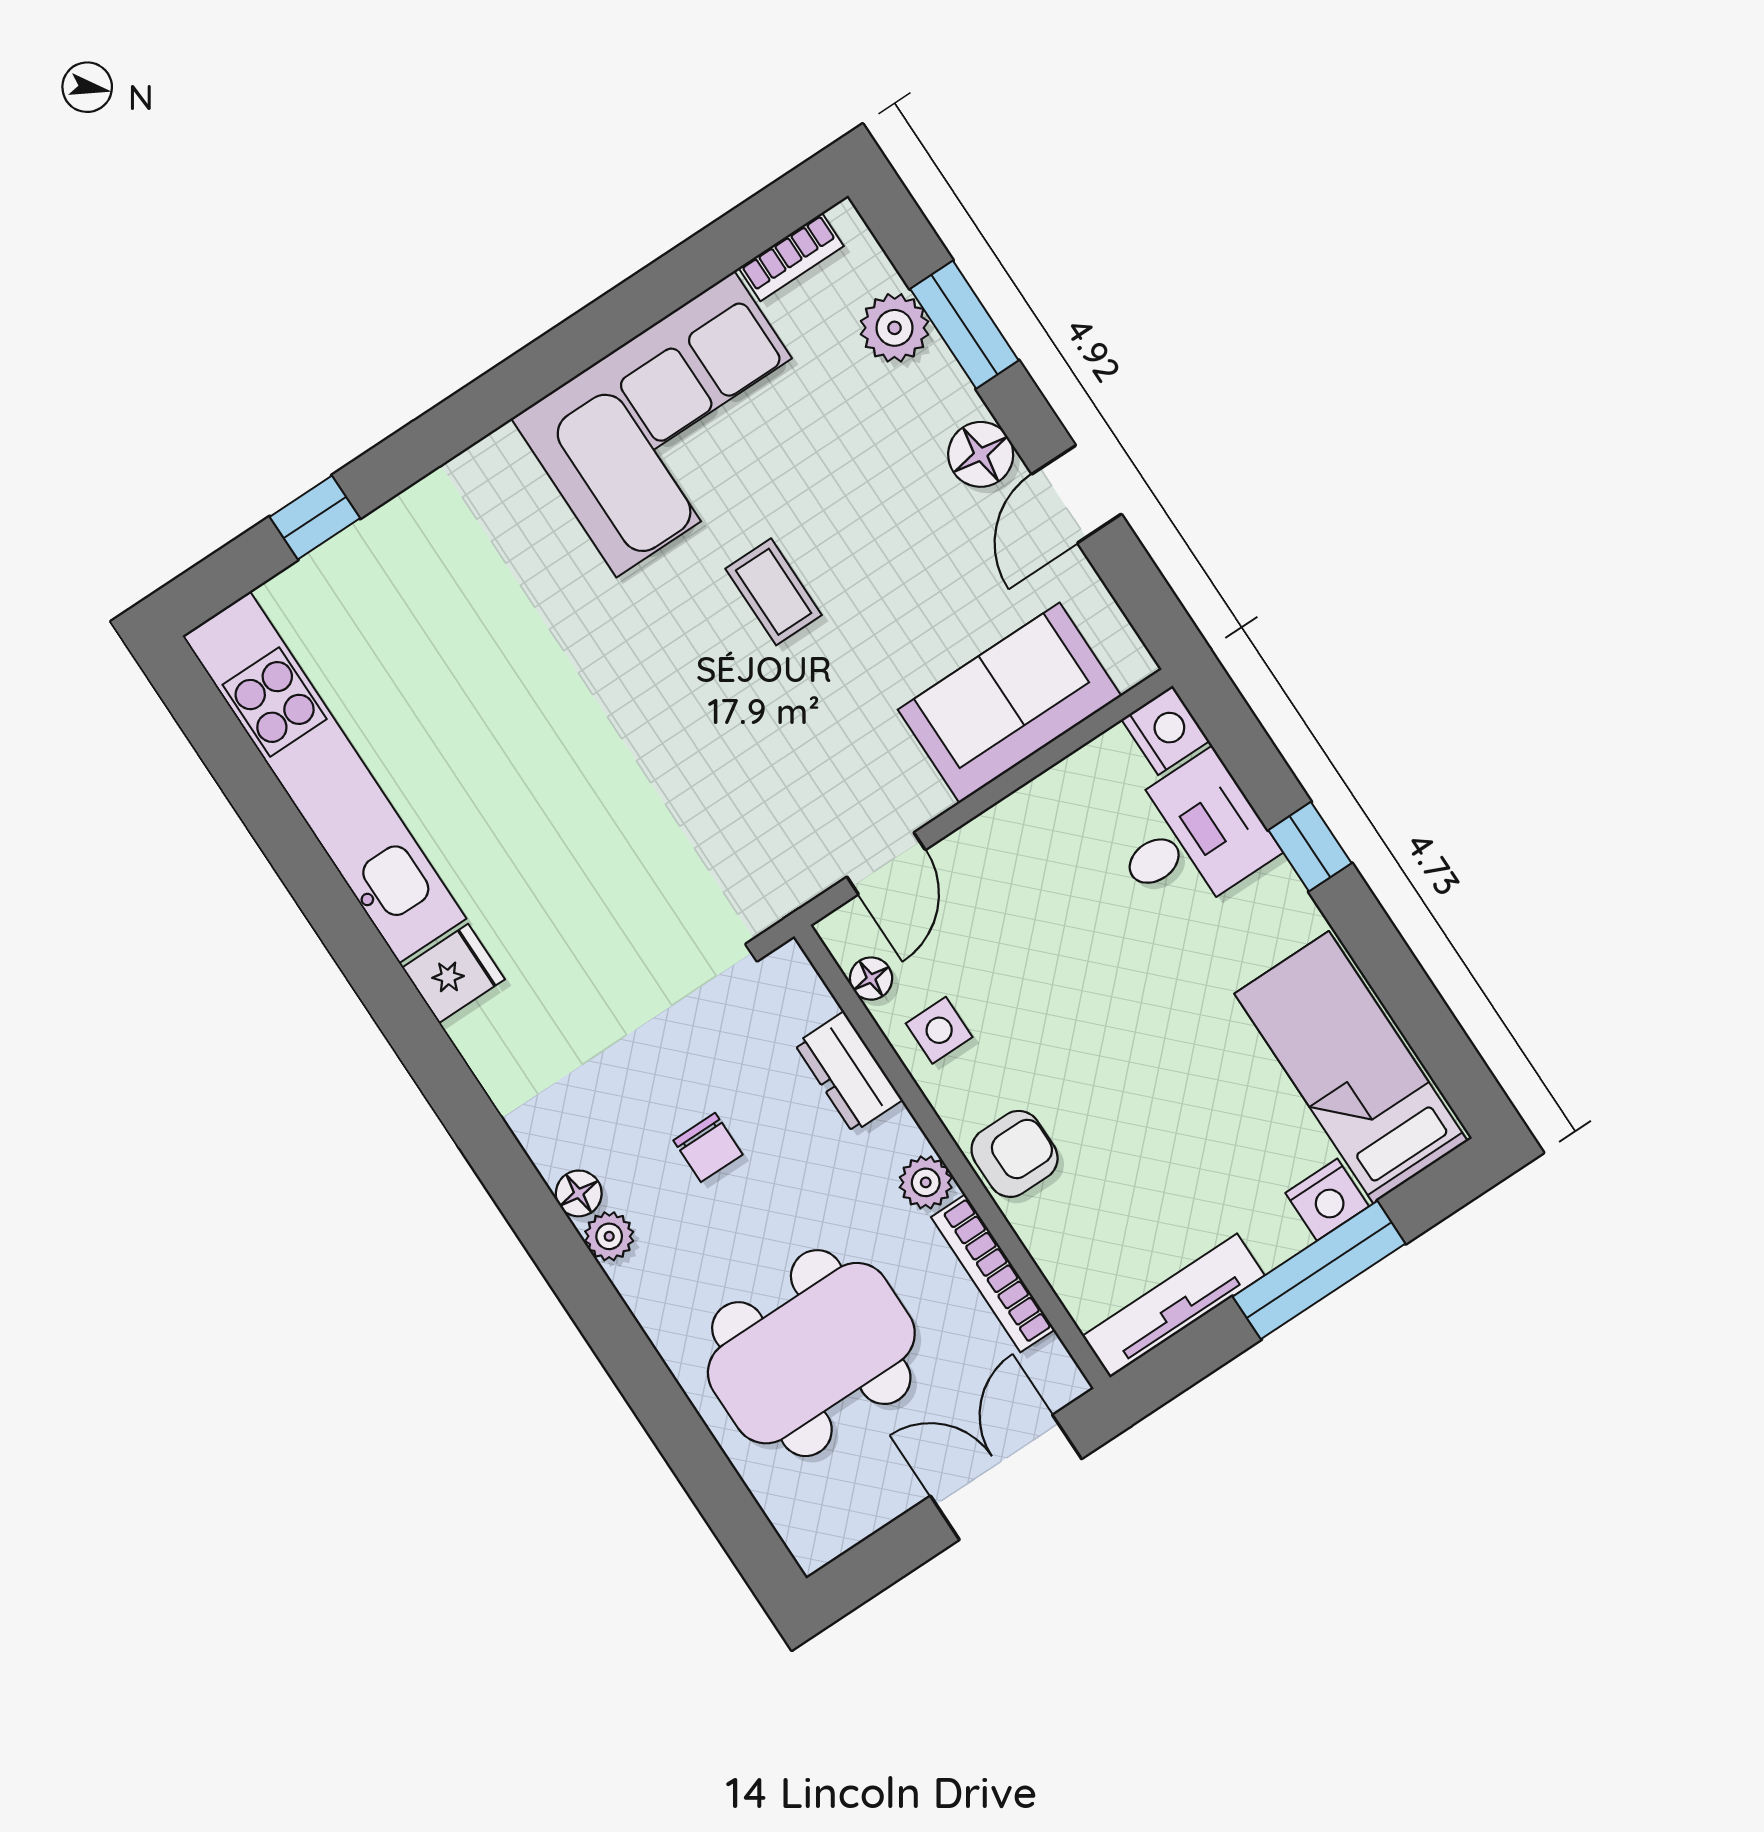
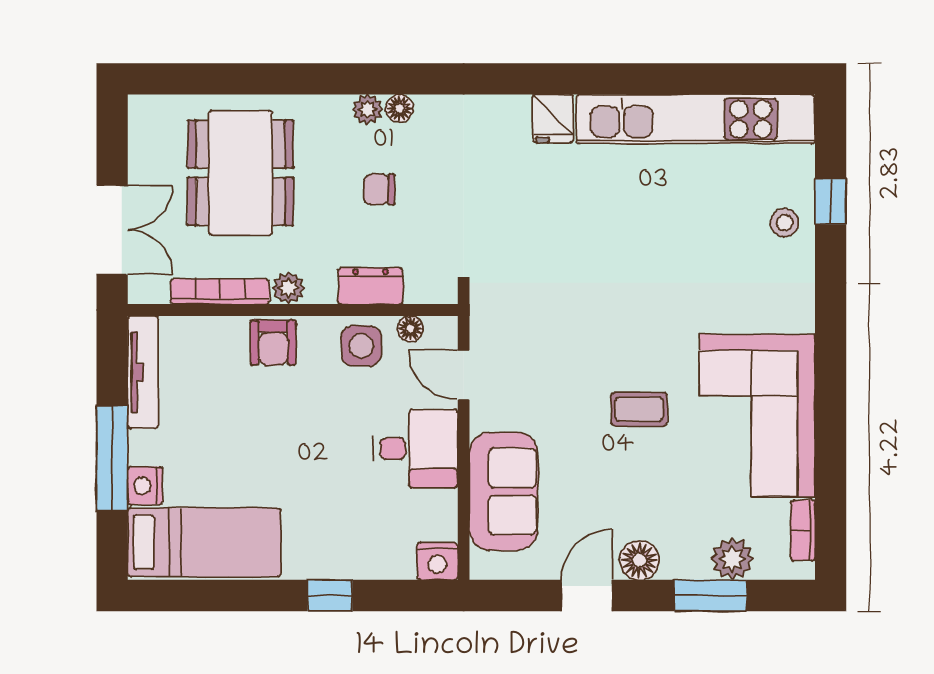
door: (1077, 494) -> (587, 595), hinge flipped
stool: (386, 562) -> (784, 223), added
desk: (1190, 837) -> (416, 449), moved, turned -90
side table: (939, 1030) -> (361, 346), width x1.37, depth x1.37

